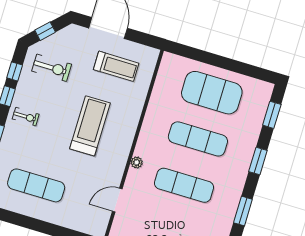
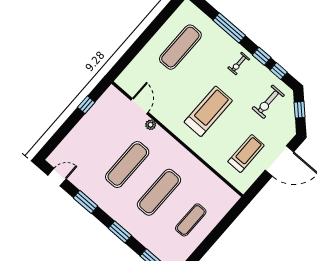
treadmill: (116, 66) -> (246, 153), turned 180
exercise mat: (212, 93) -> (191, 220), width x0.50, depth x0.69
treadmill: (90, 126) -> (208, 111), turned -90
plant: (137, 162) -> (151, 125), moved

